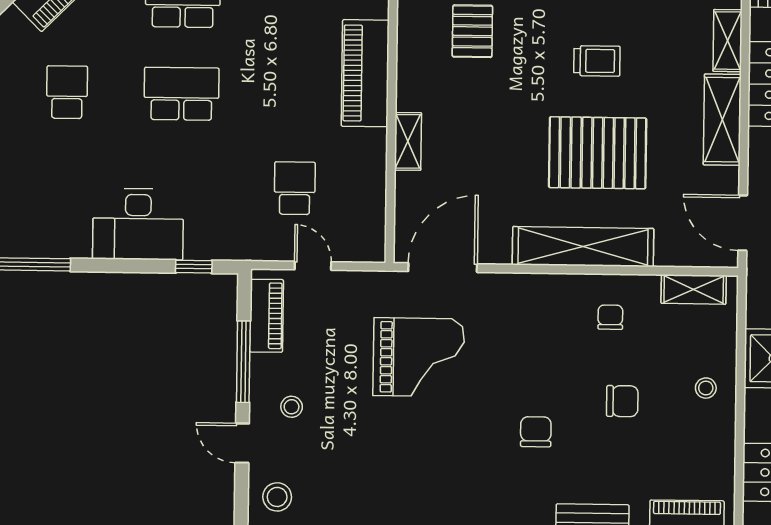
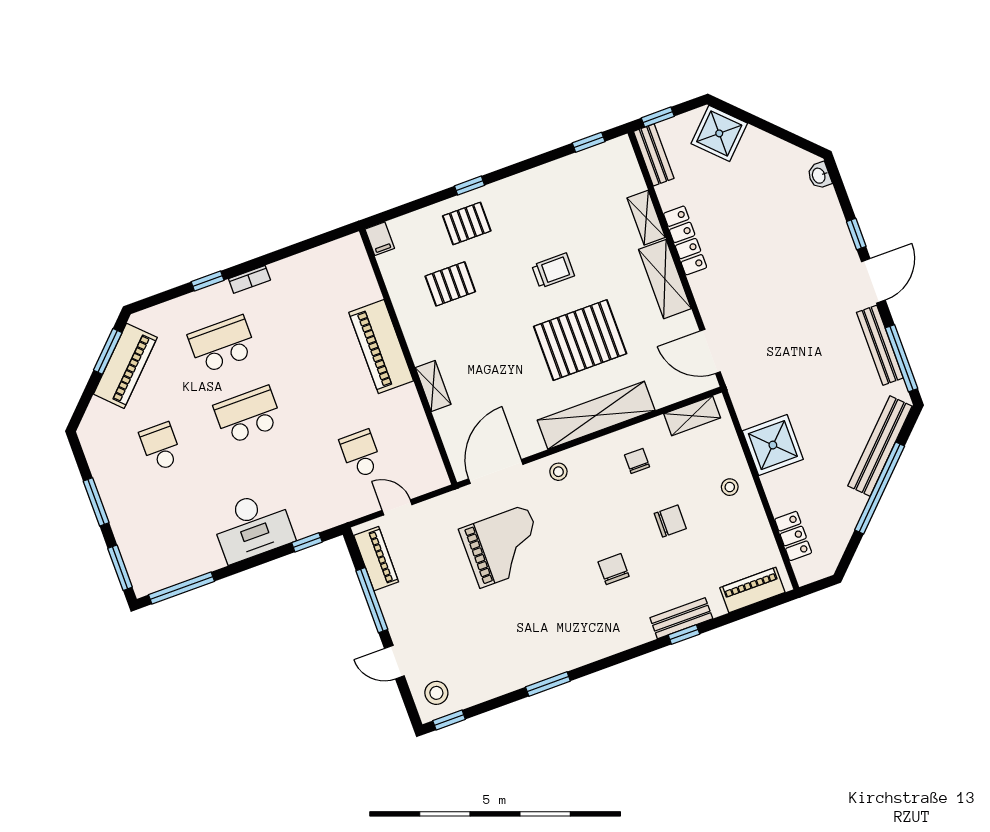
pallet: (472, 31) -> (450, 284), turned 90
stool: (292, 407) -> (558, 472), moved

